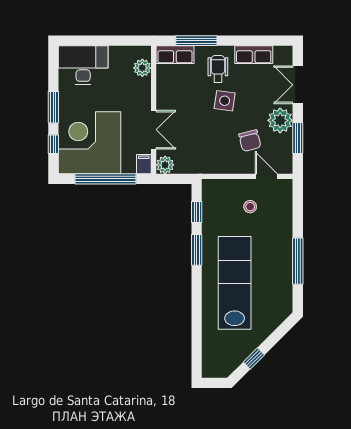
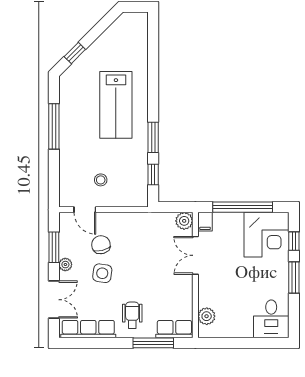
row of seats: (254, 55) -> (88, 329), width x1.48
desk: (83, 65) -> (271, 319), width x0.73
wheelchair: (218, 69) -> (132, 315), turned 180
side table: (225, 101) -> (102, 273), moved
plant: (280, 120) -> (65, 265), width x0.53, depth x0.53
corner desk: (89, 143) -> (266, 235), width x0.74, depth x0.74
lab bench: (235, 283) -> (116, 105), width x0.73
window: (254, 358) -> (75, 53), moved

